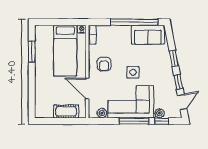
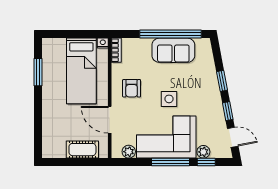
sofa: (148, 35) -> (173, 50), moved
door: (182, 102) -> (233, 137), hinge flipped

